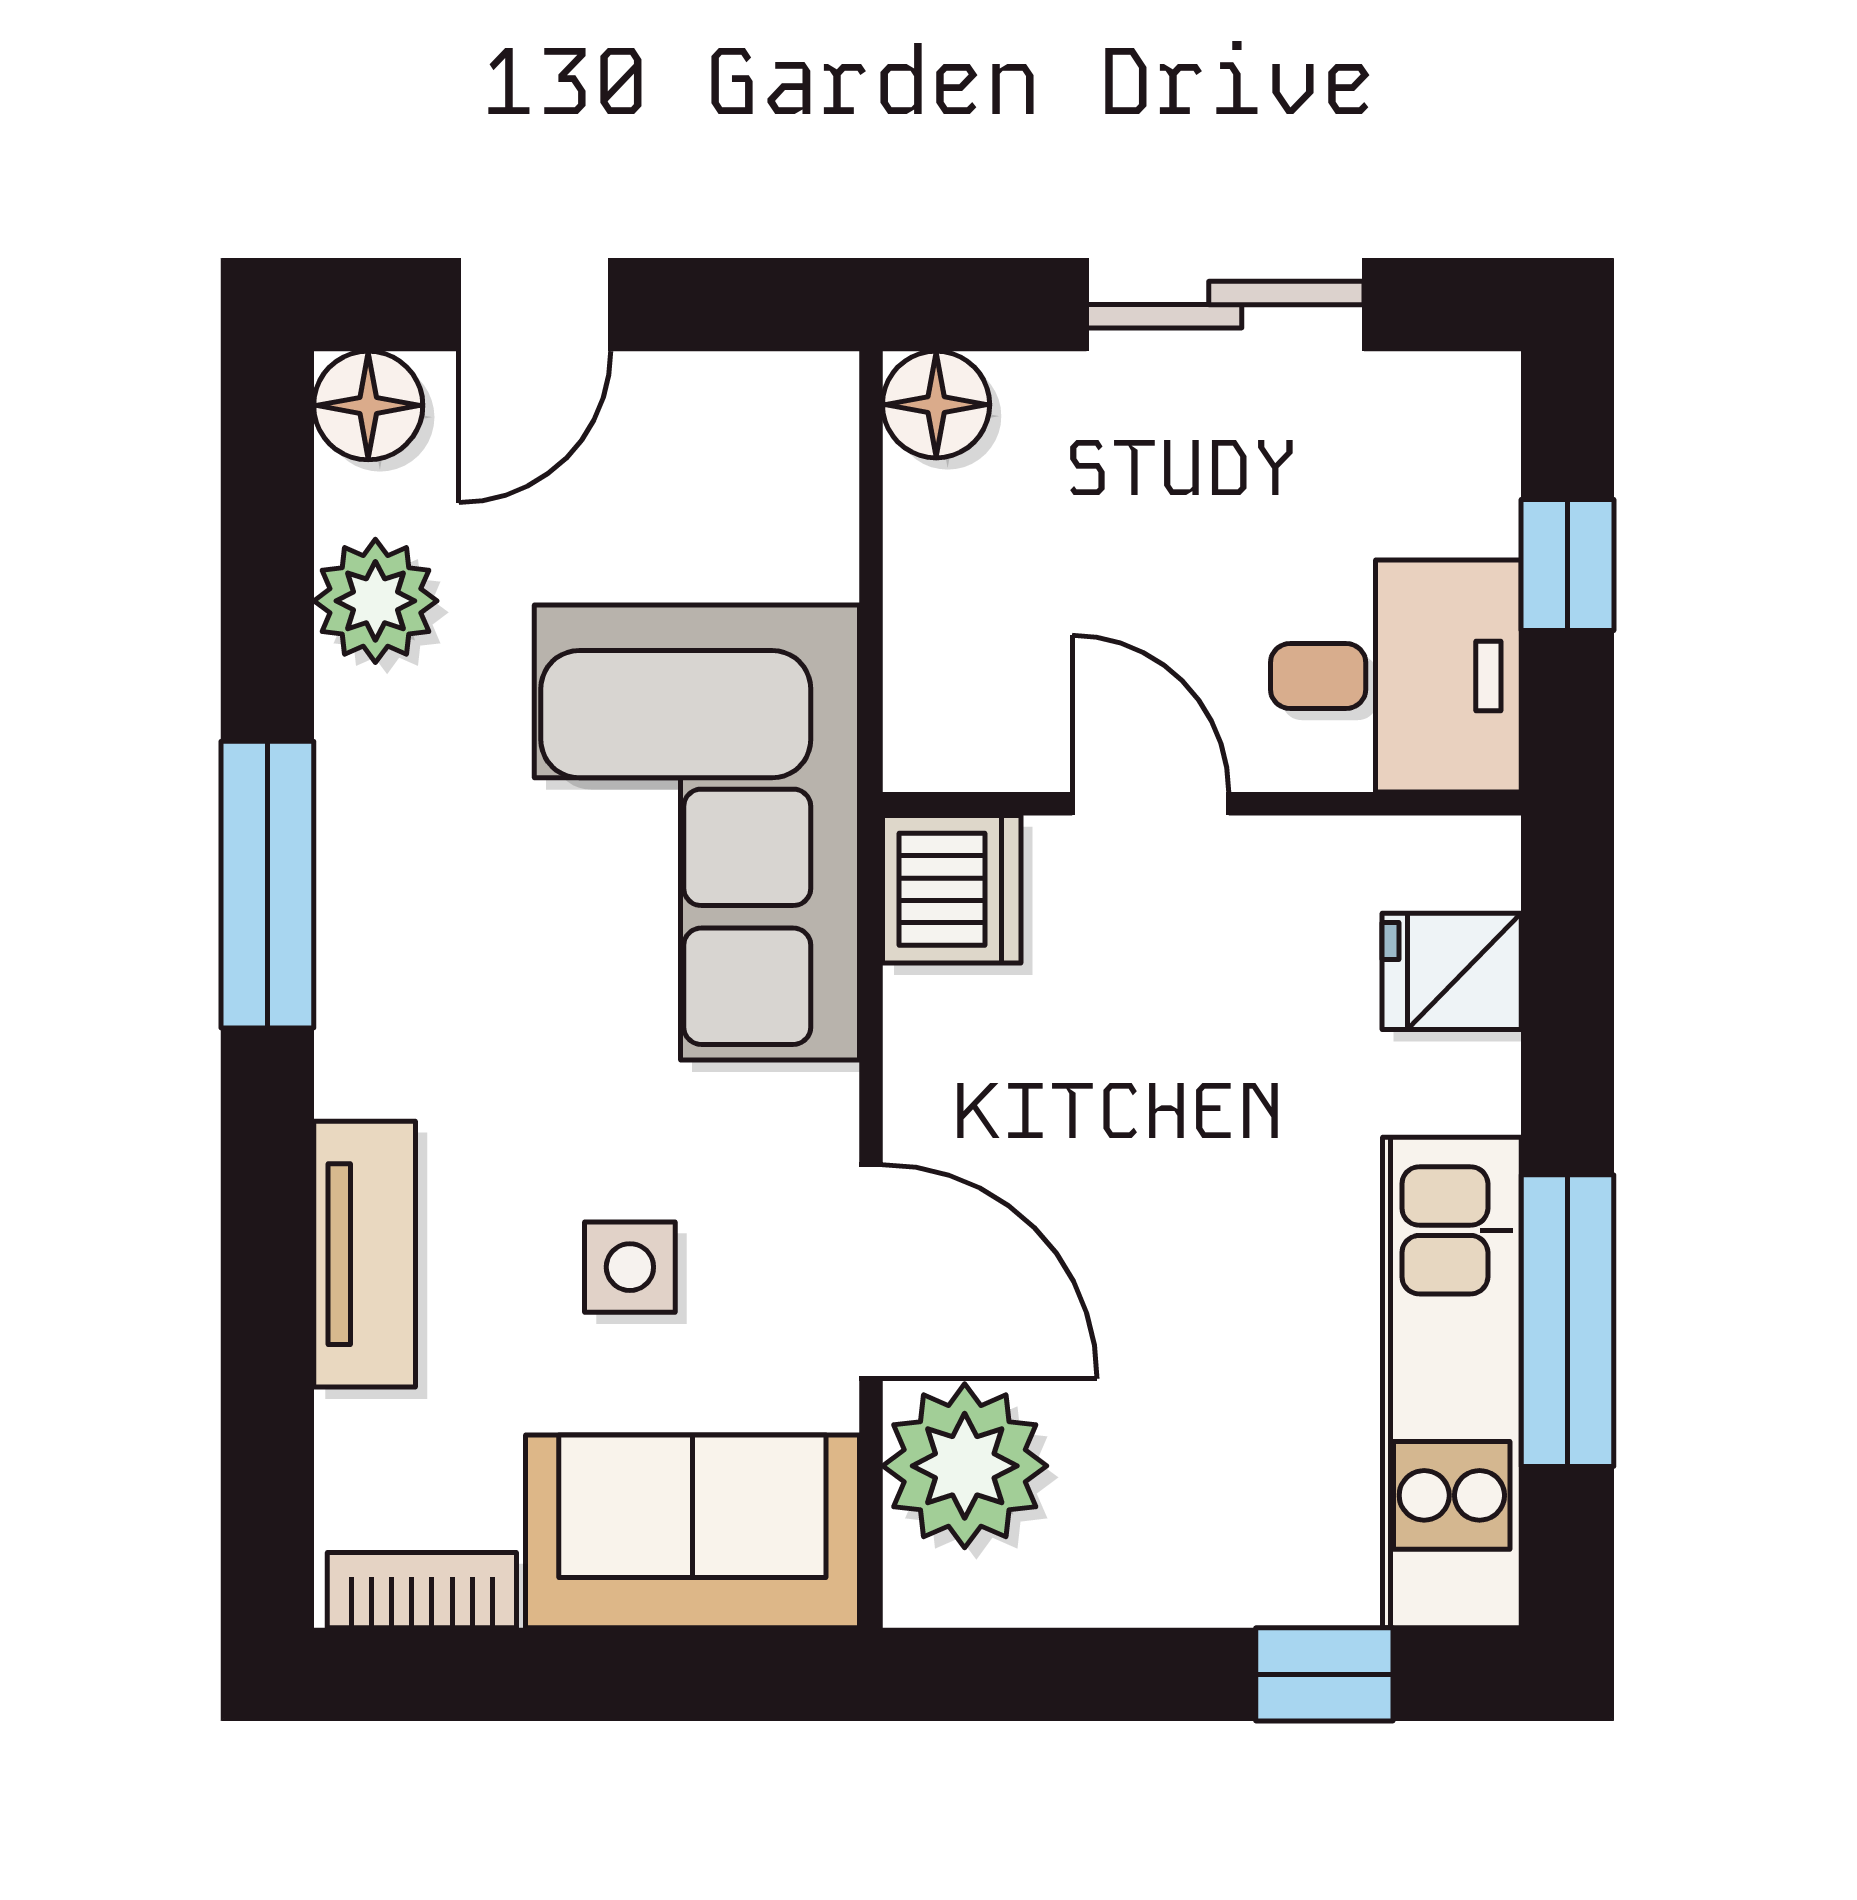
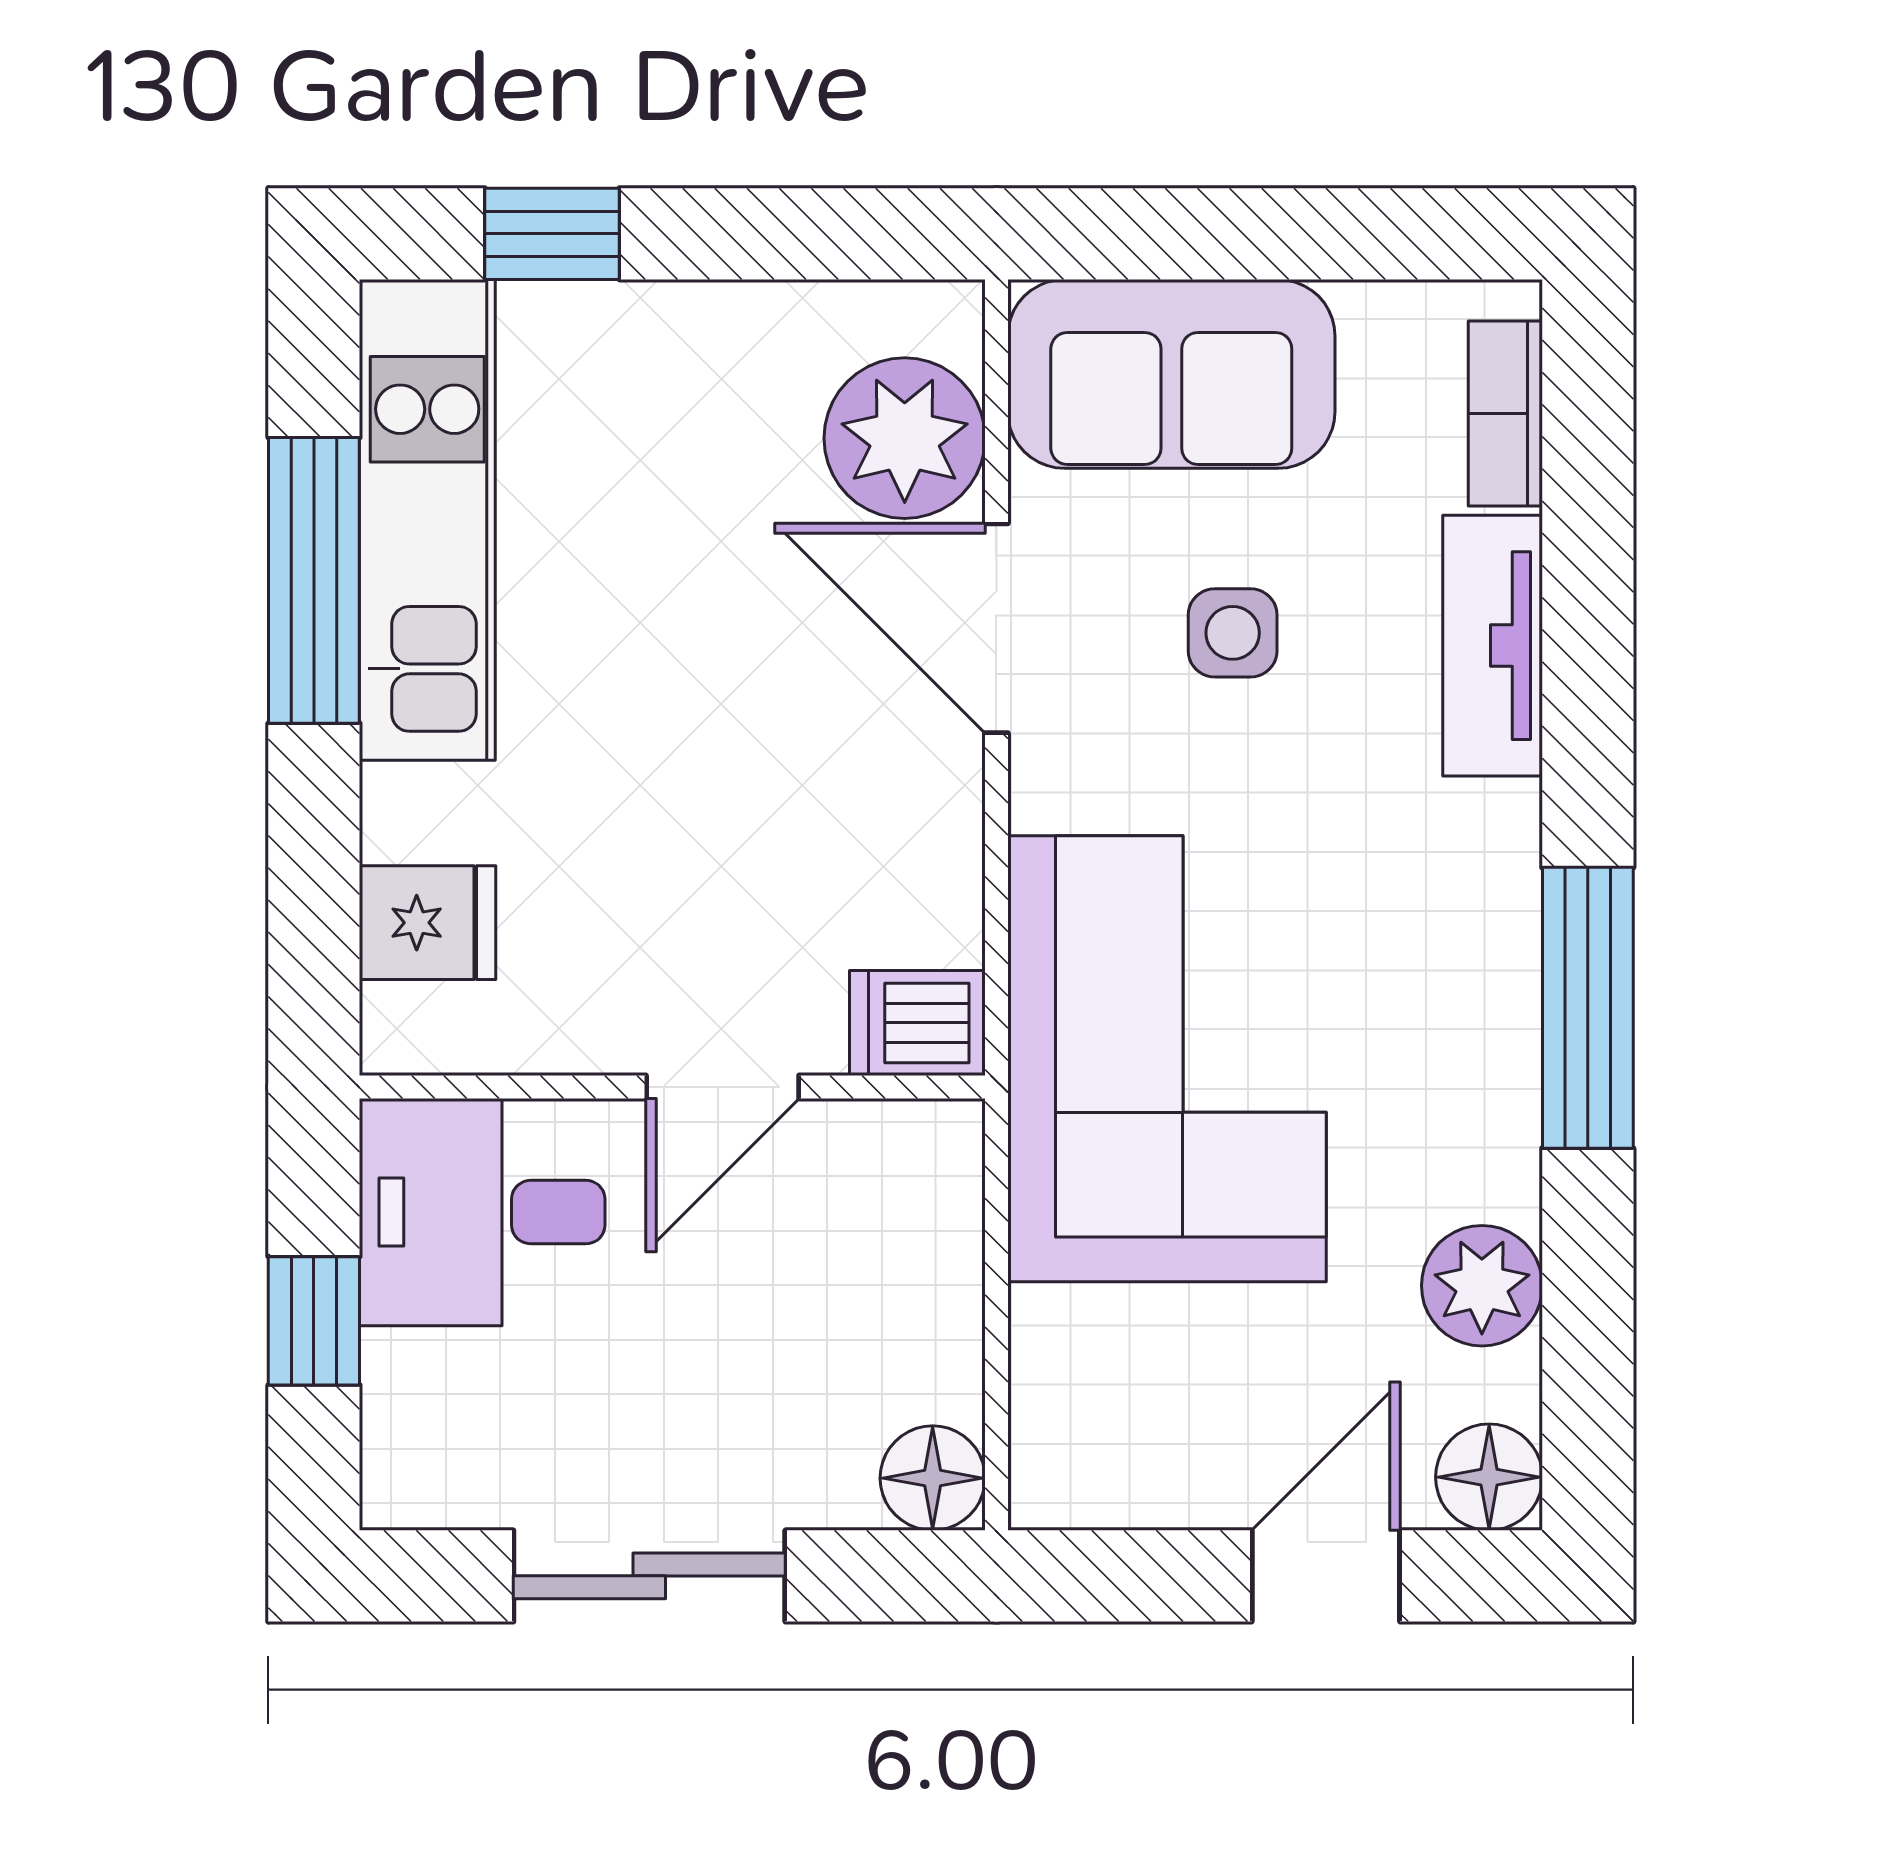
door: (1150, 804) -> (723, 1087), hinge flipped
dishwasher: (952, 889) -> (917, 1023), width x0.73
bookcase: (422, 1590) -> (1505, 414), moved, turned 90

